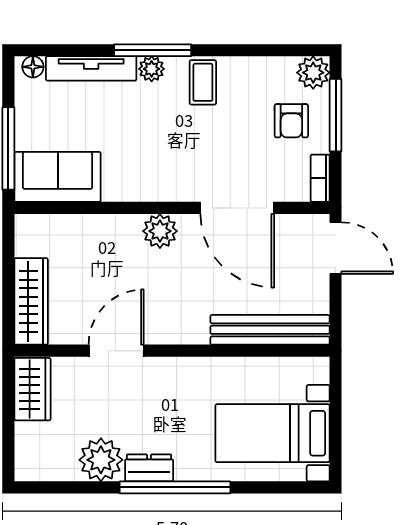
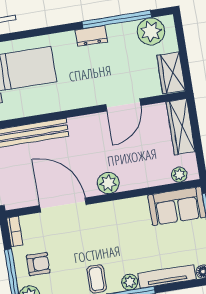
armchair: (291, 121) -> (38, 264), turned 90
plant: (46, 226) -> (179, 175), added
plant: (101, 460) -> (151, 31), moved
window: (175, 487) -> (117, 19), moved

